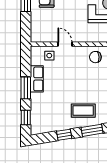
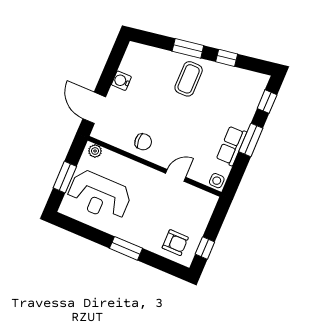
door: (65, 44) -> (176, 175), swing flipped
side table: (49, 56) -> (217, 181), moved
coffee table: (83, 111) -> (189, 79), turned 90

